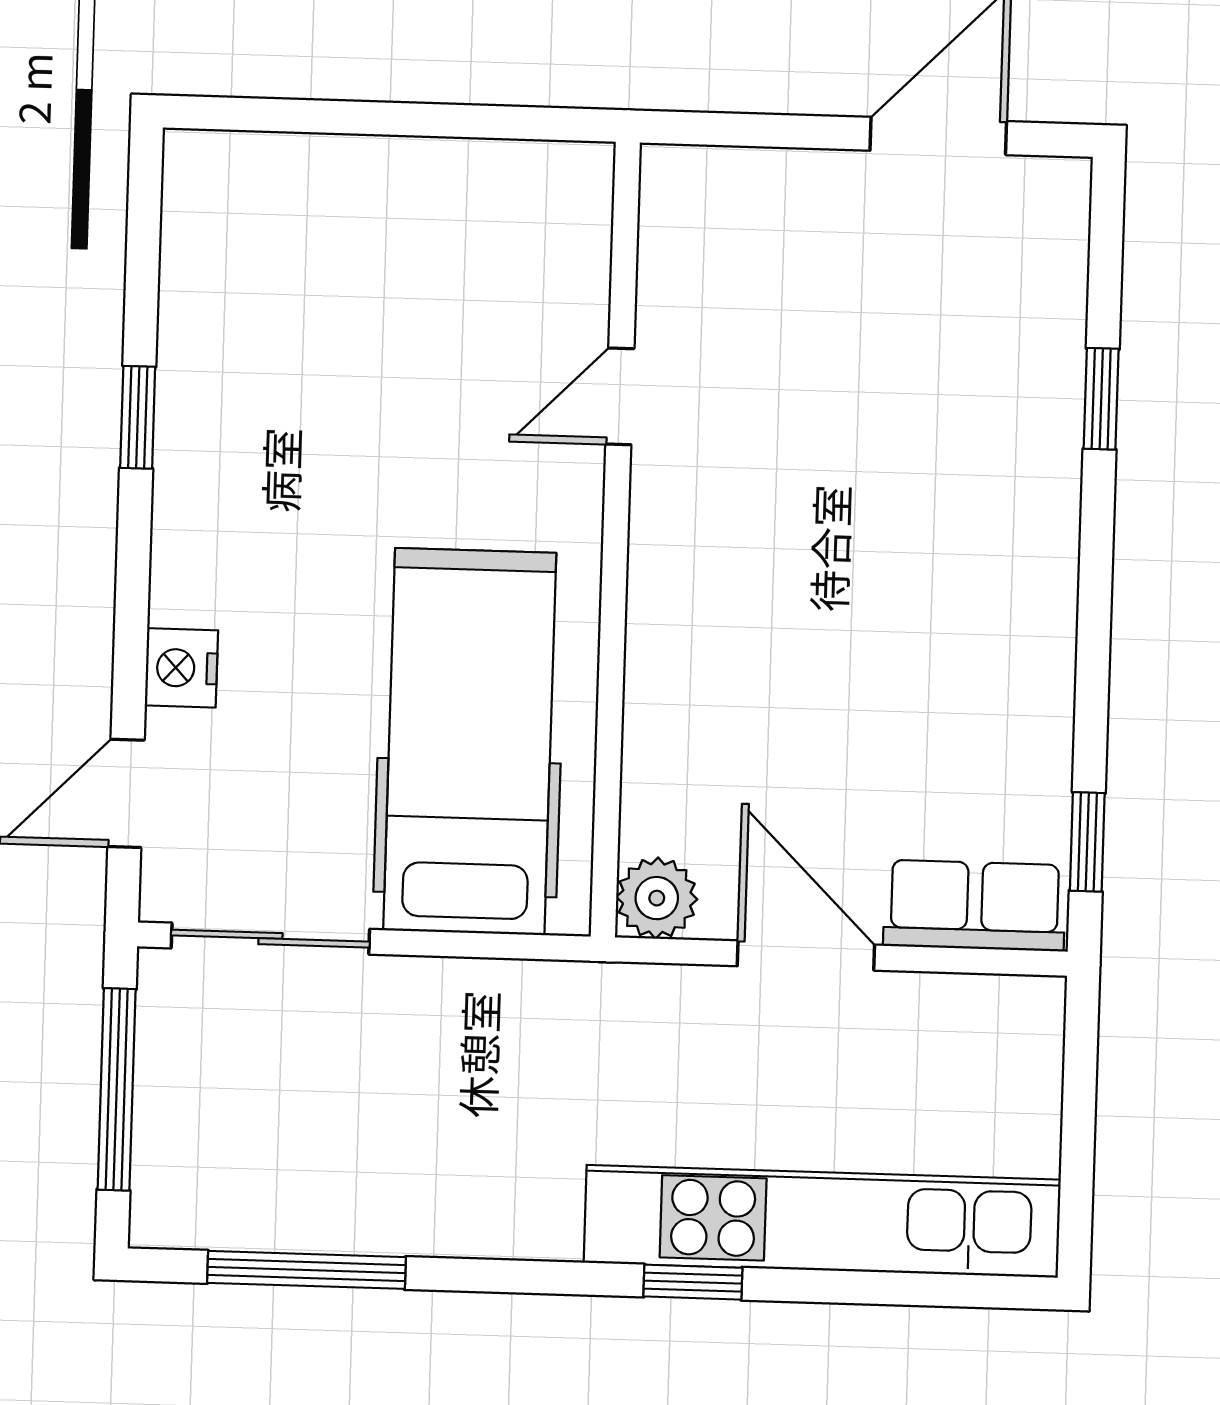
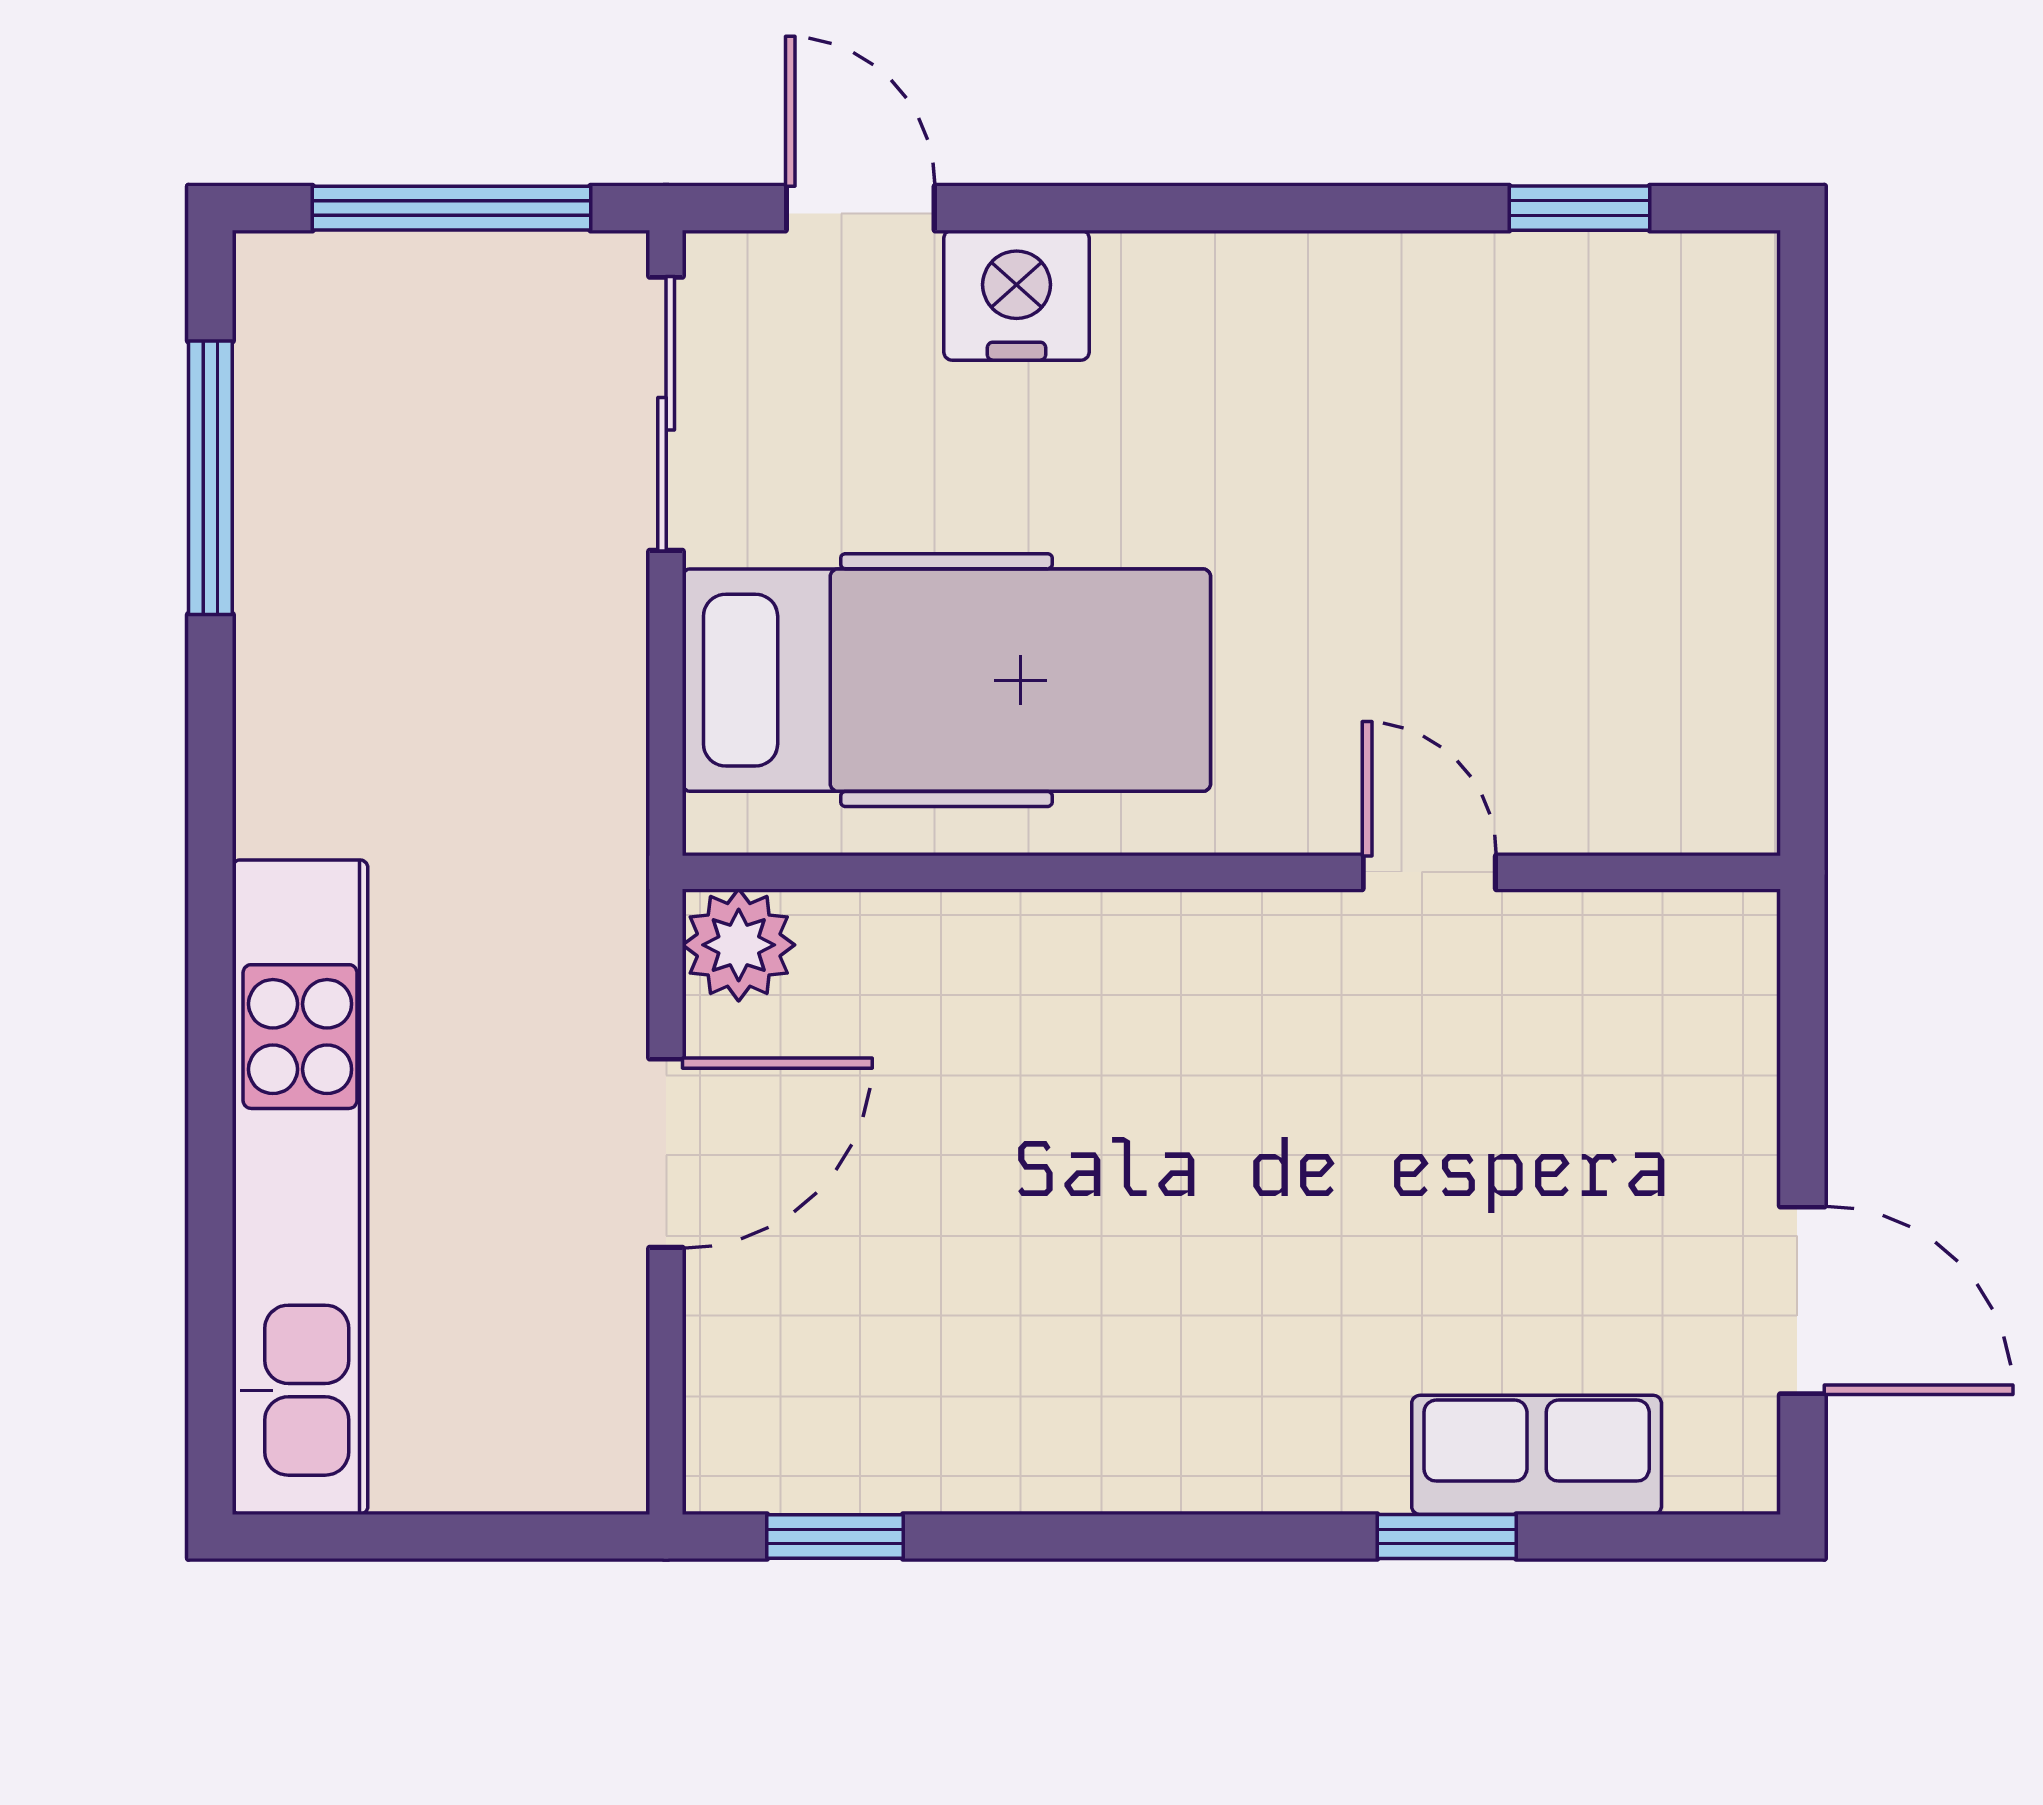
window: (138, 417) -> (1580, 208), moved
nightstand: (181, 668) -> (1017, 295), width x1.36, depth x1.33
row of seats: (975, 906) -> (1537, 1455), moved, turned -90
window: (693, 1282) -> (210, 1011), removed

